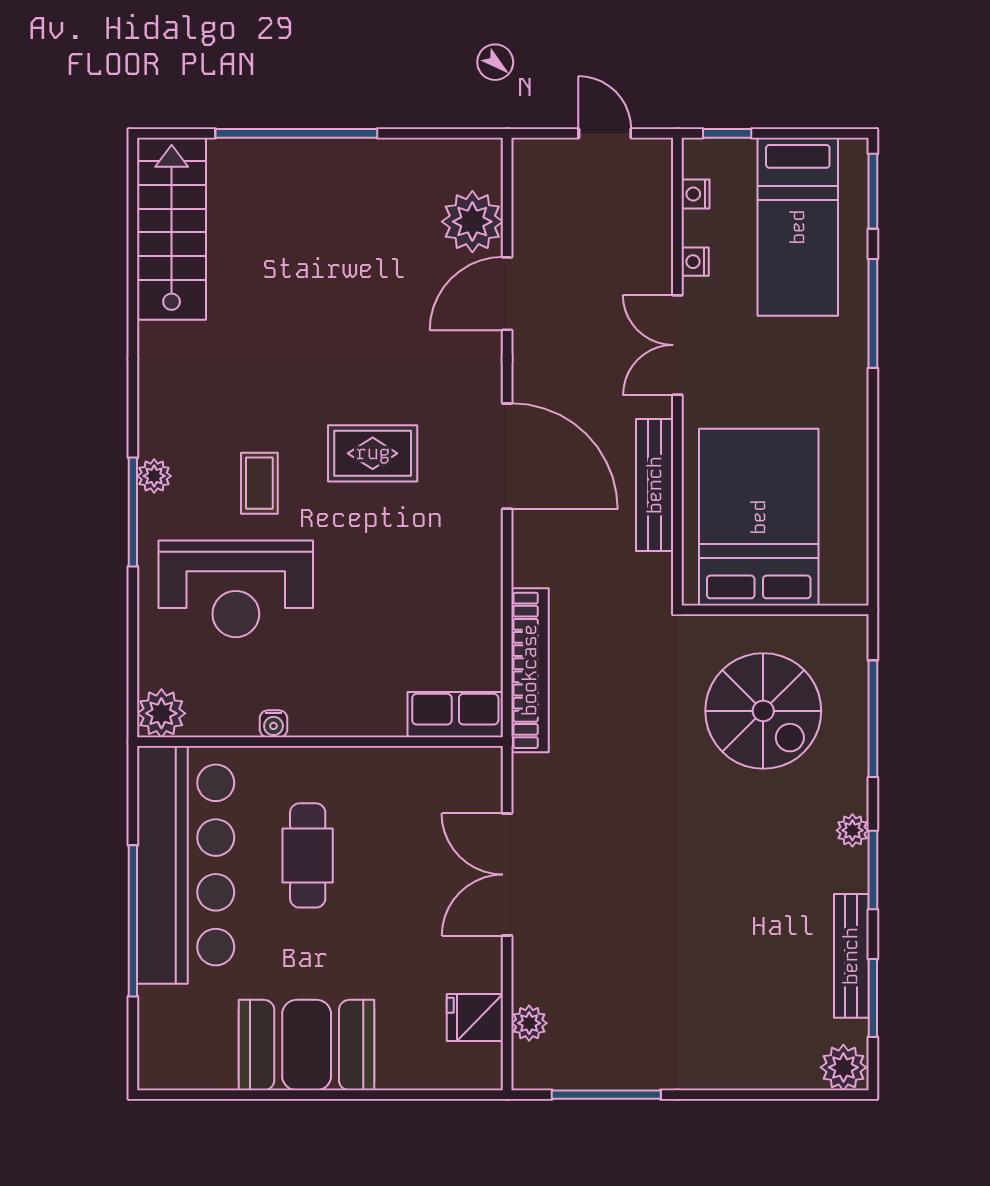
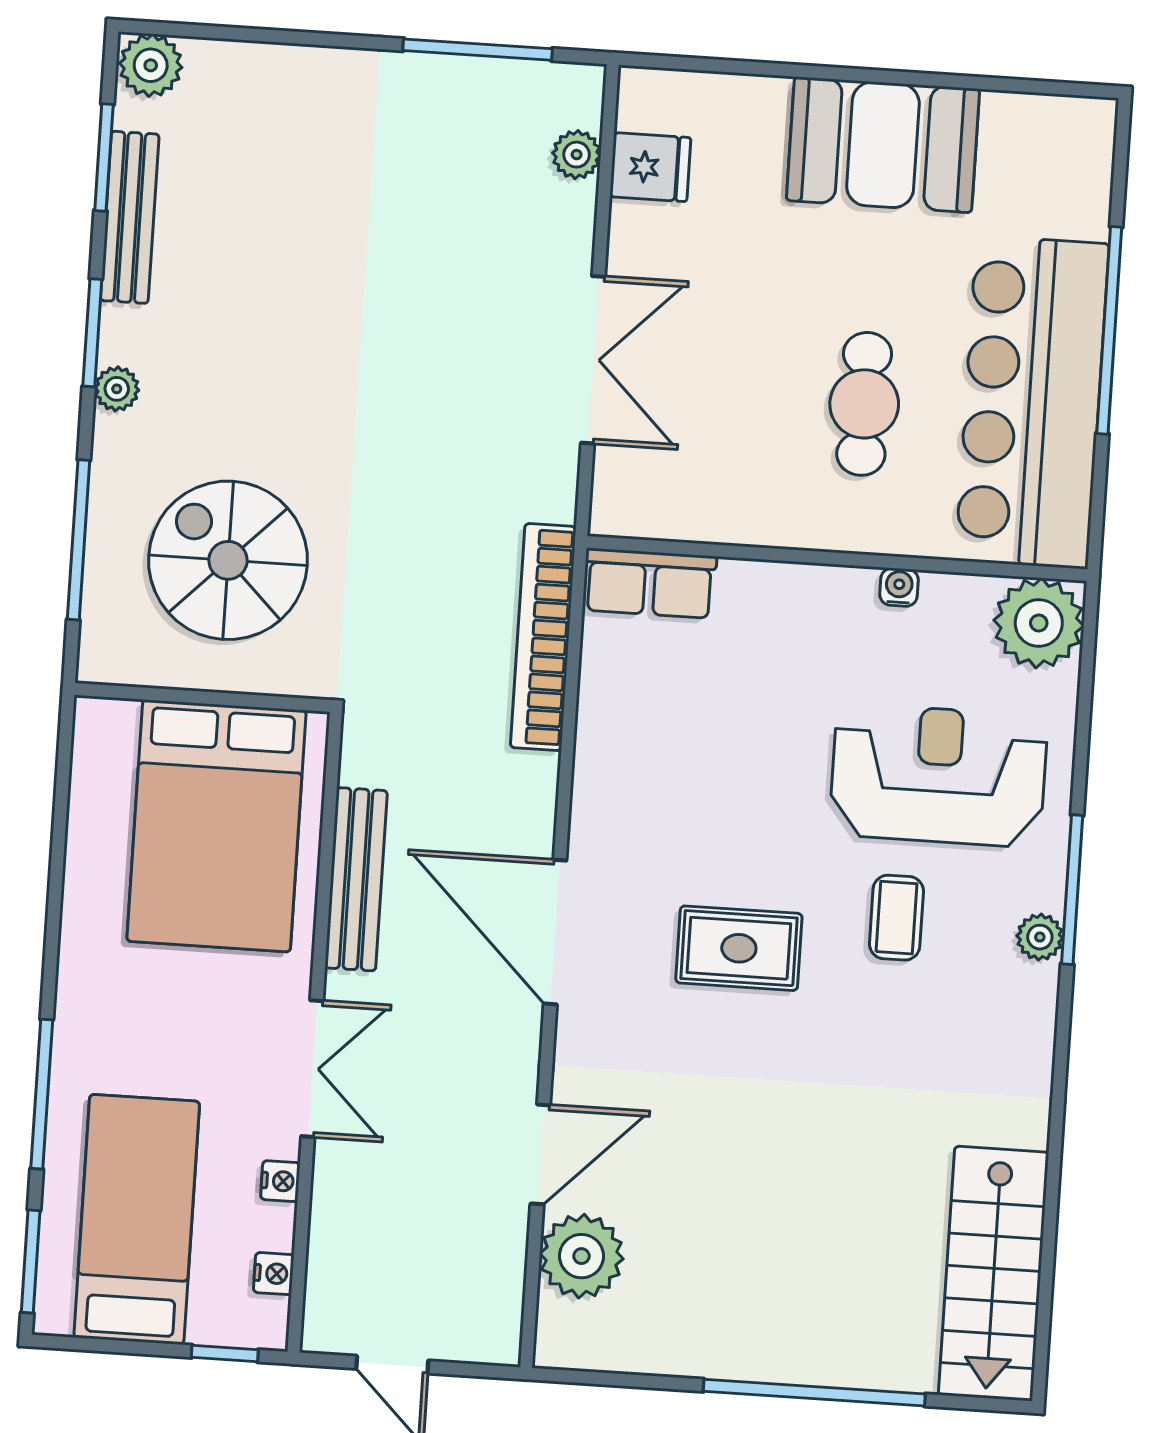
plant: (161, 713) -> (1039, 623), width x1.36, depth x1.36

